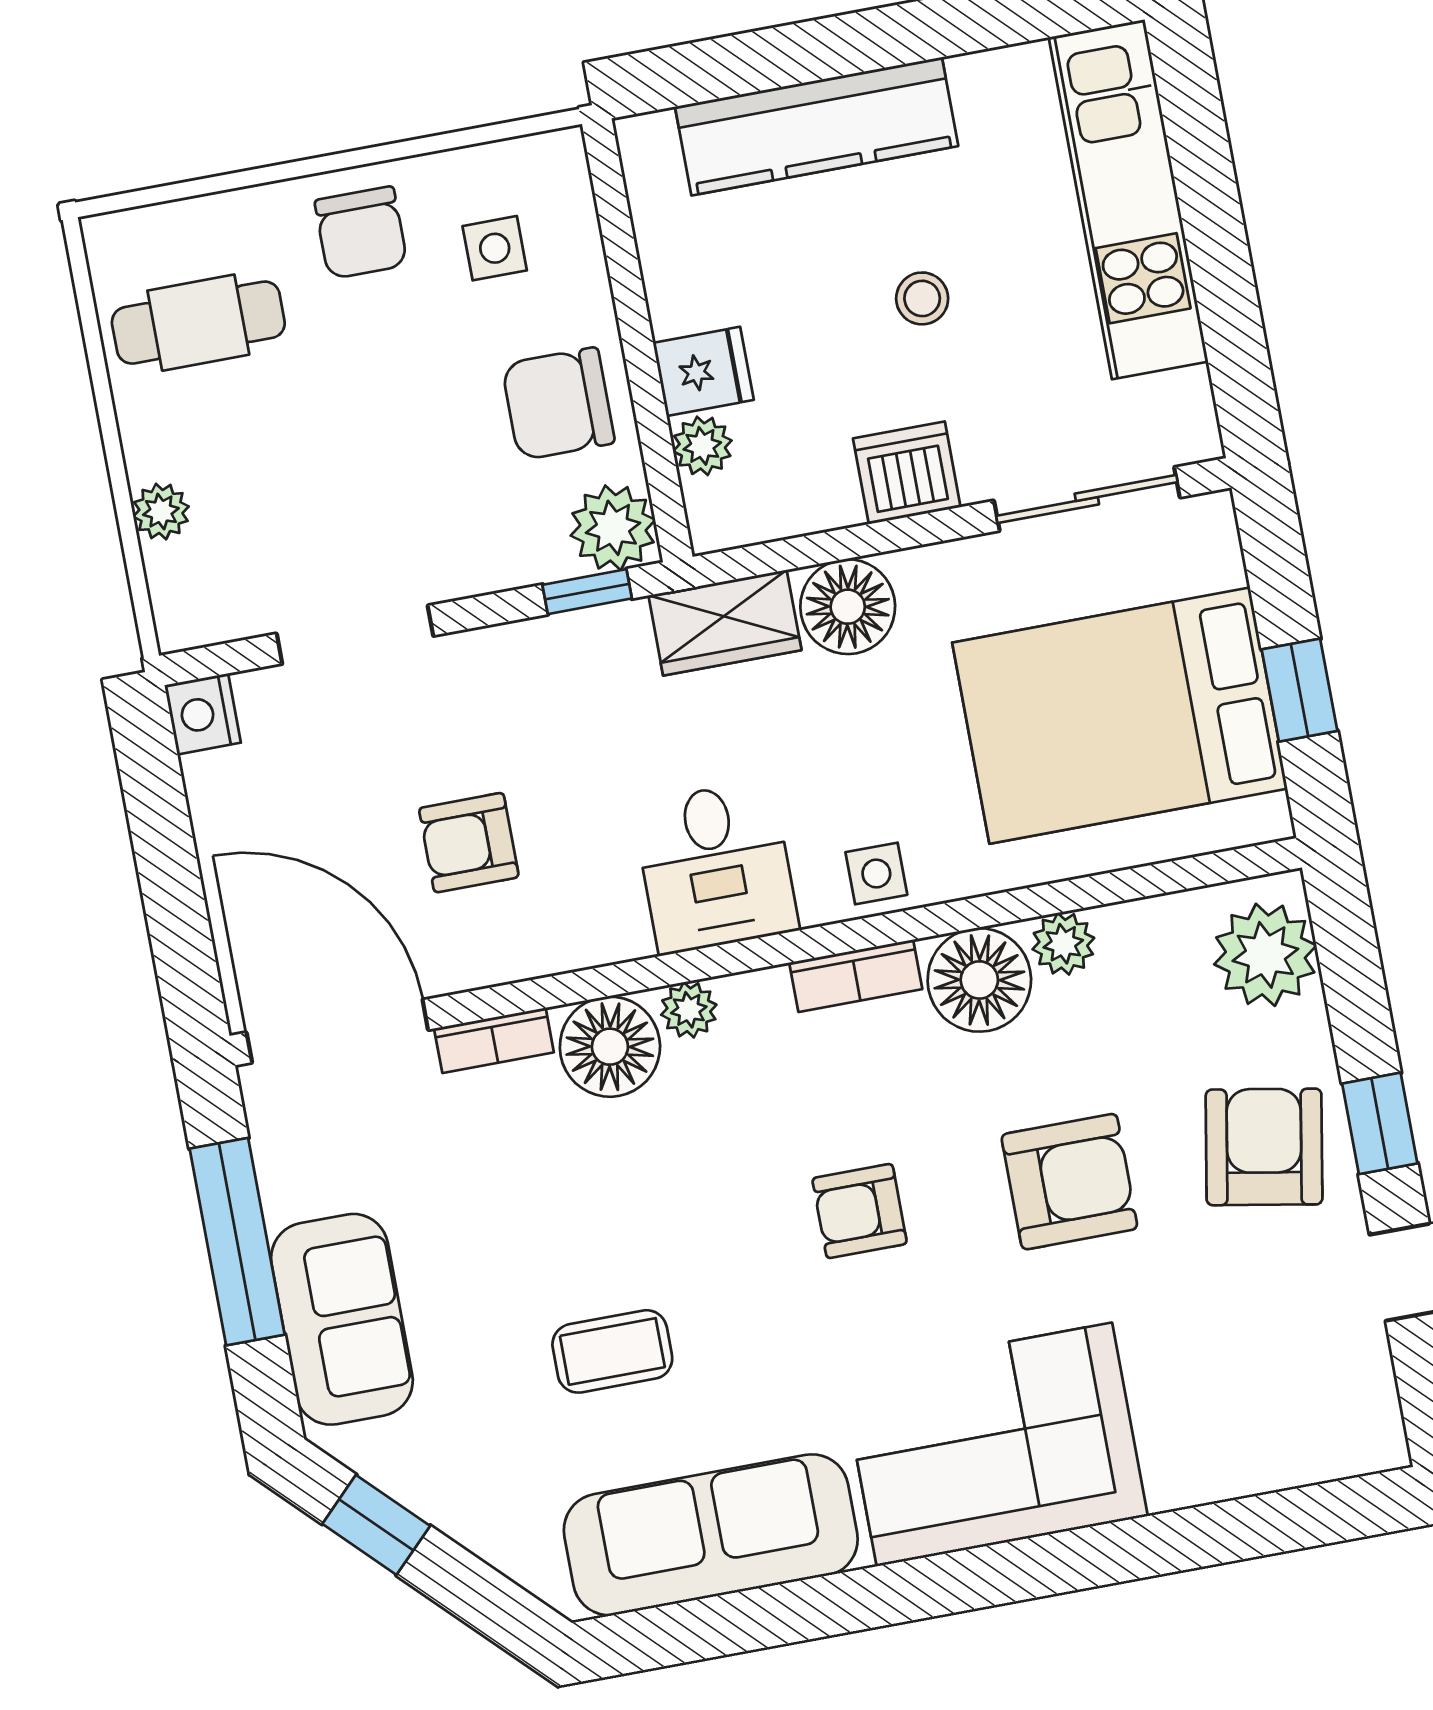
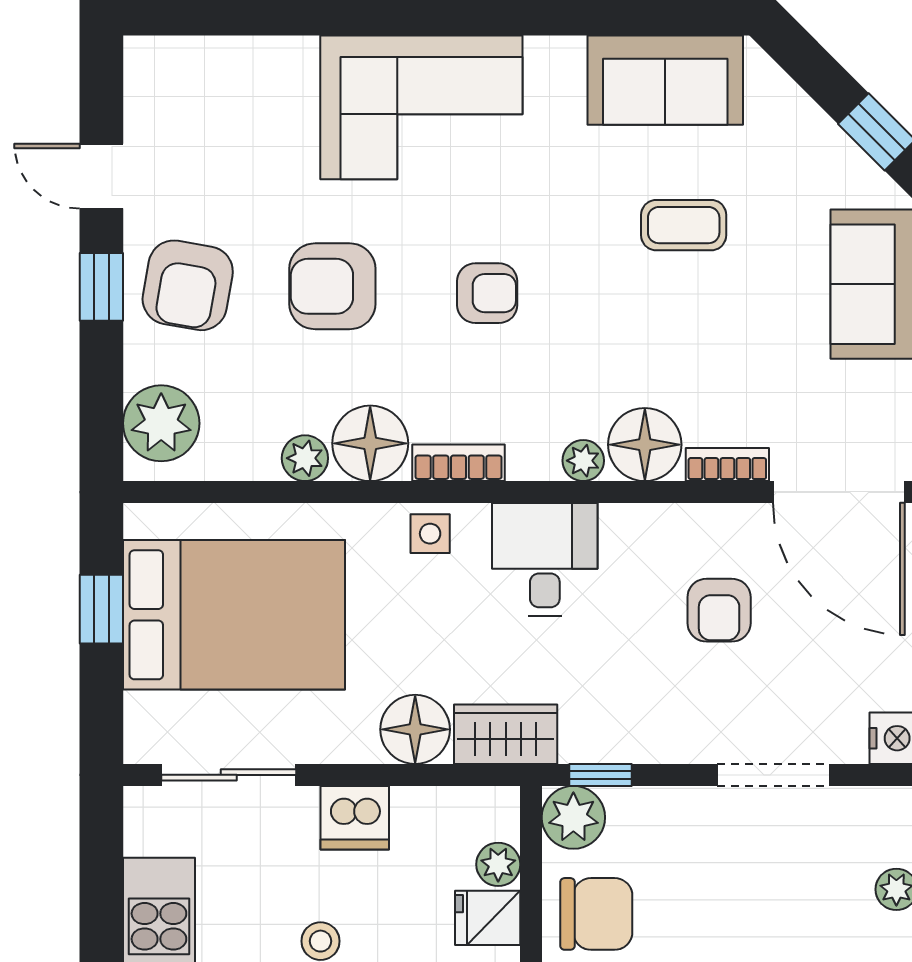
armchair: (469, 843) -> (719, 610), turned 90
sofa: (711, 1535) -> (665, 80), width x0.73

